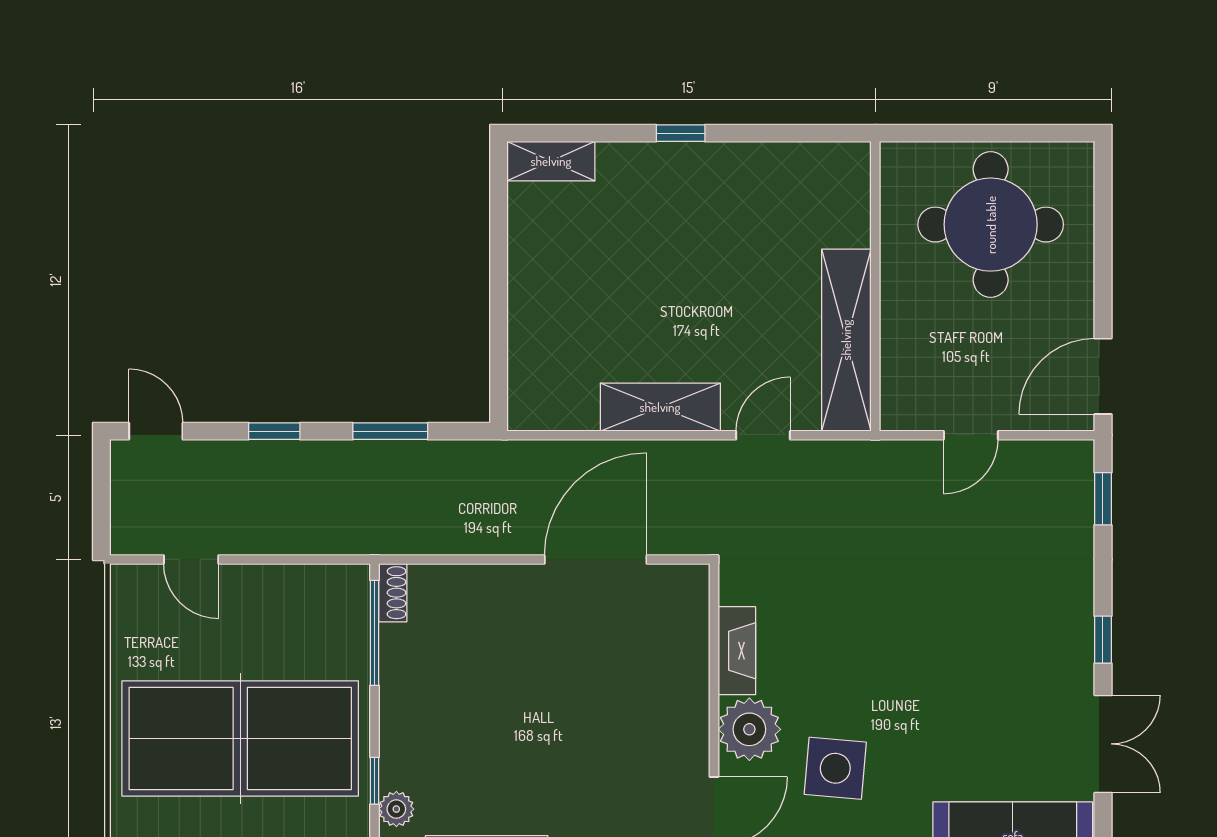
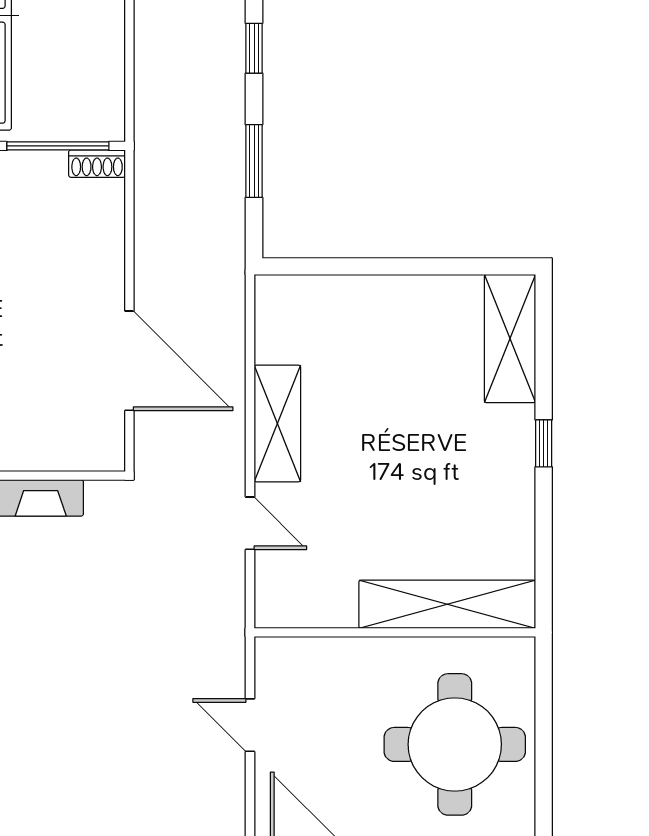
shelving: (551, 161) -> (510, 339), width x1.50, depth x1.33
shelving: (846, 340) -> (447, 604), moved

